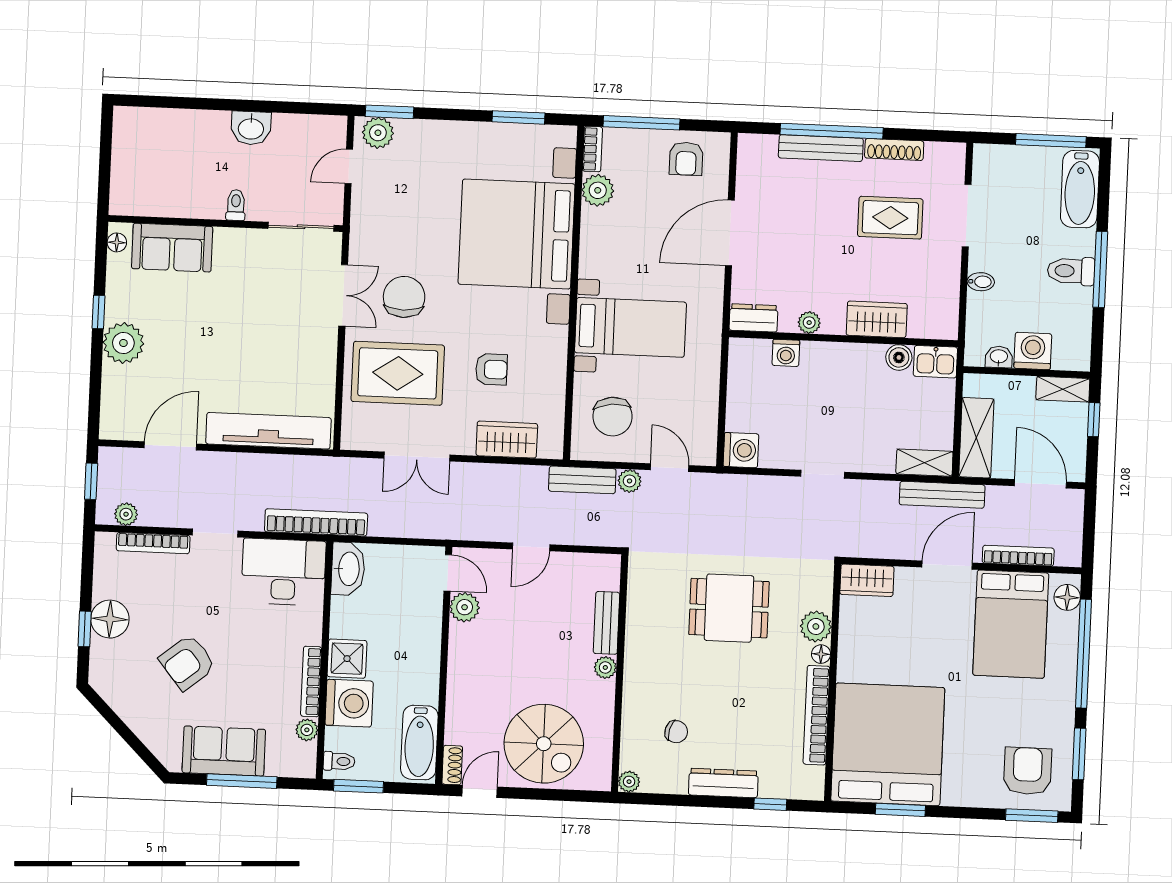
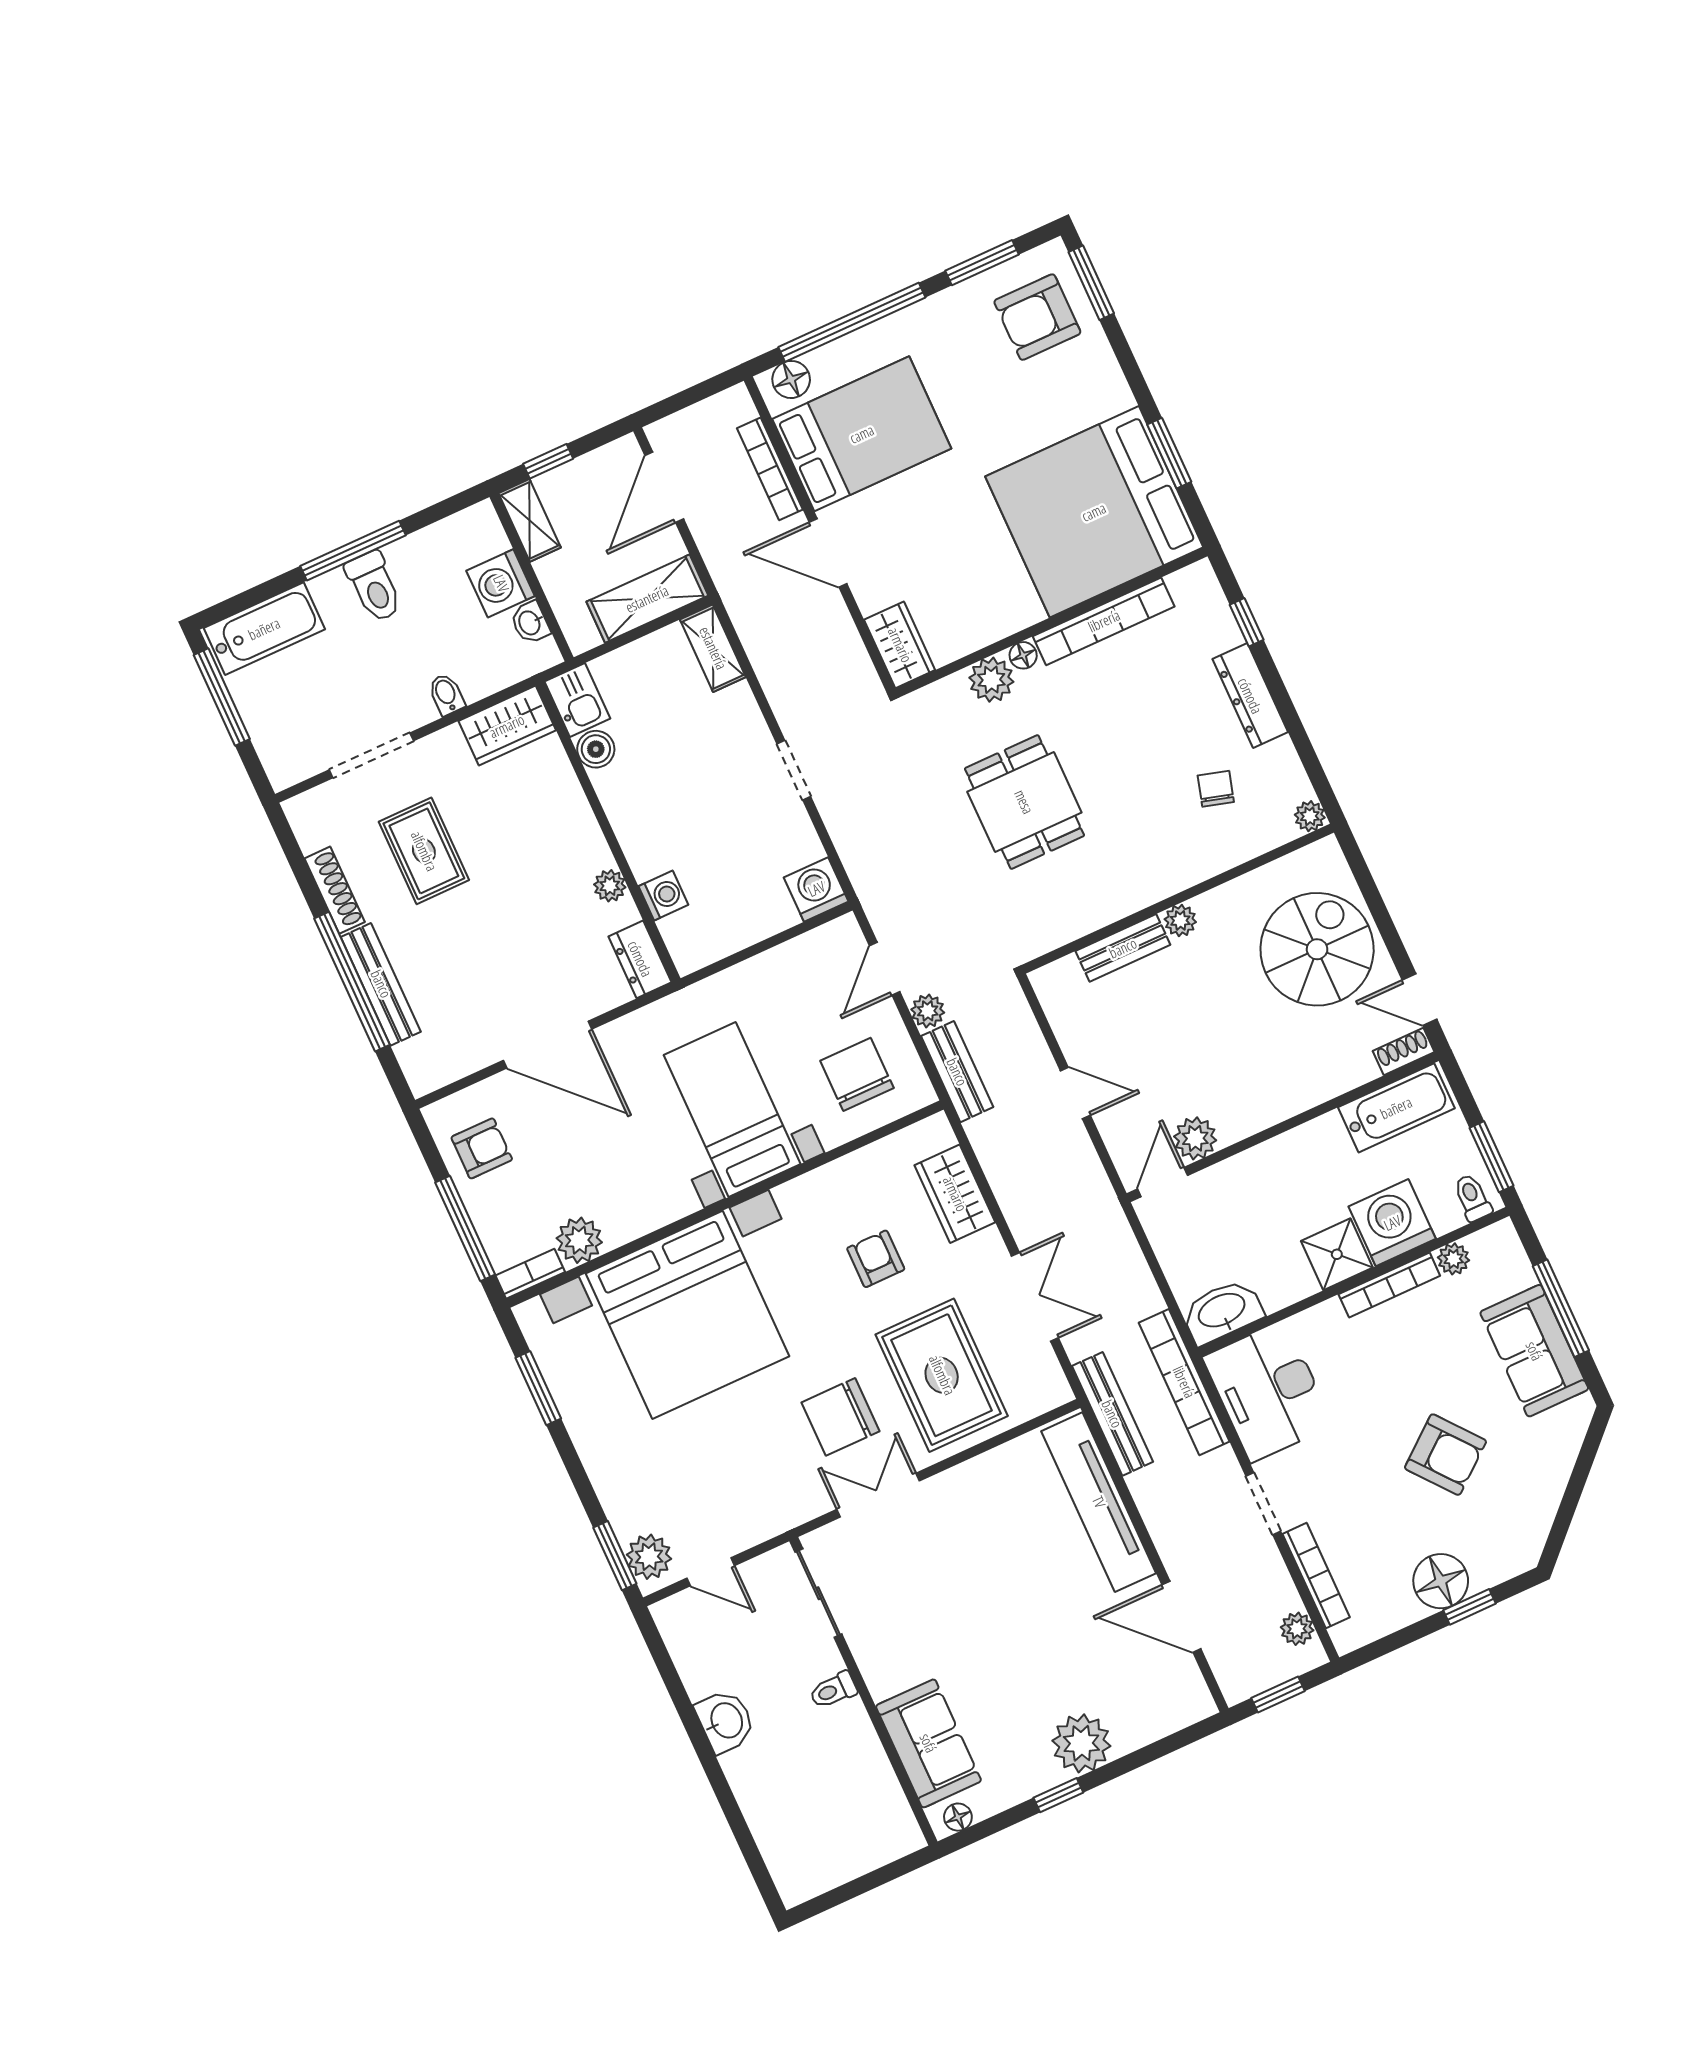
wardrobe: (877, 319) -> (507, 726), moved, turned -90
chair: (613, 417) -> (857, 1074), turned -84
bench: (942, 495) -> (1112, 1414), moved

